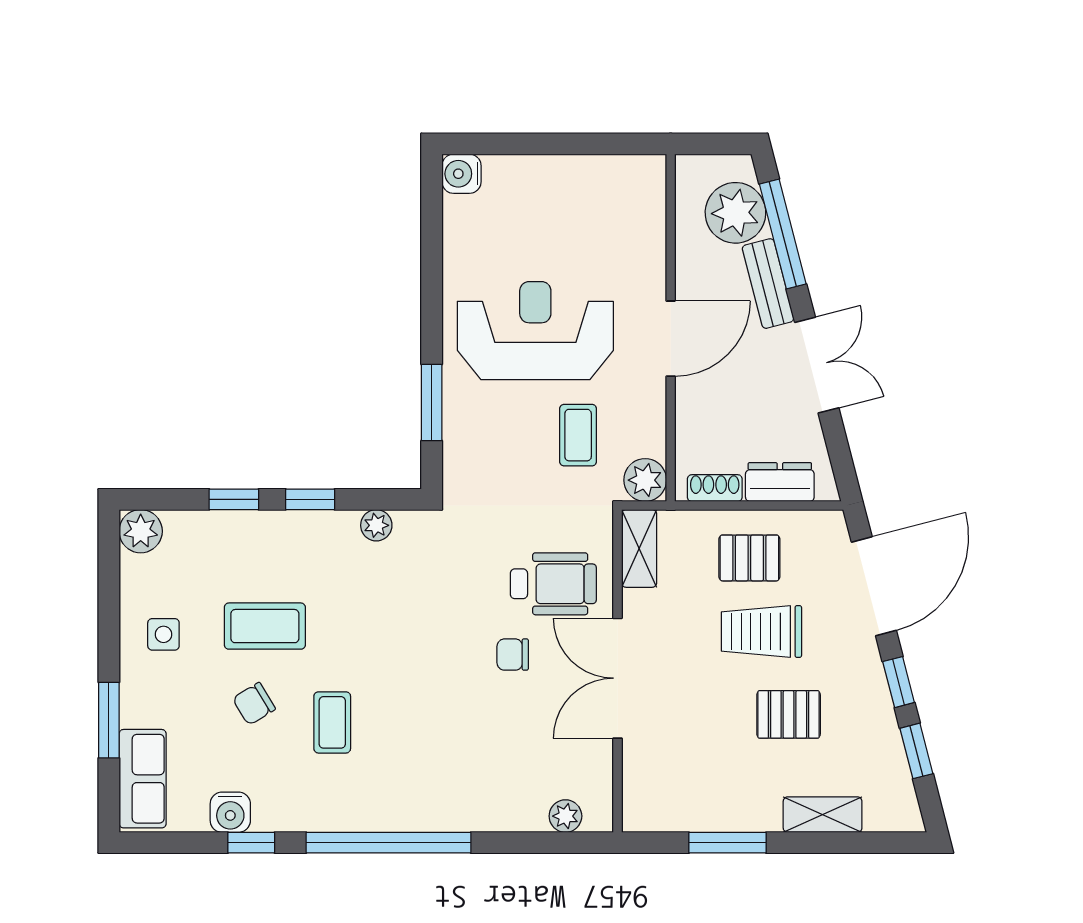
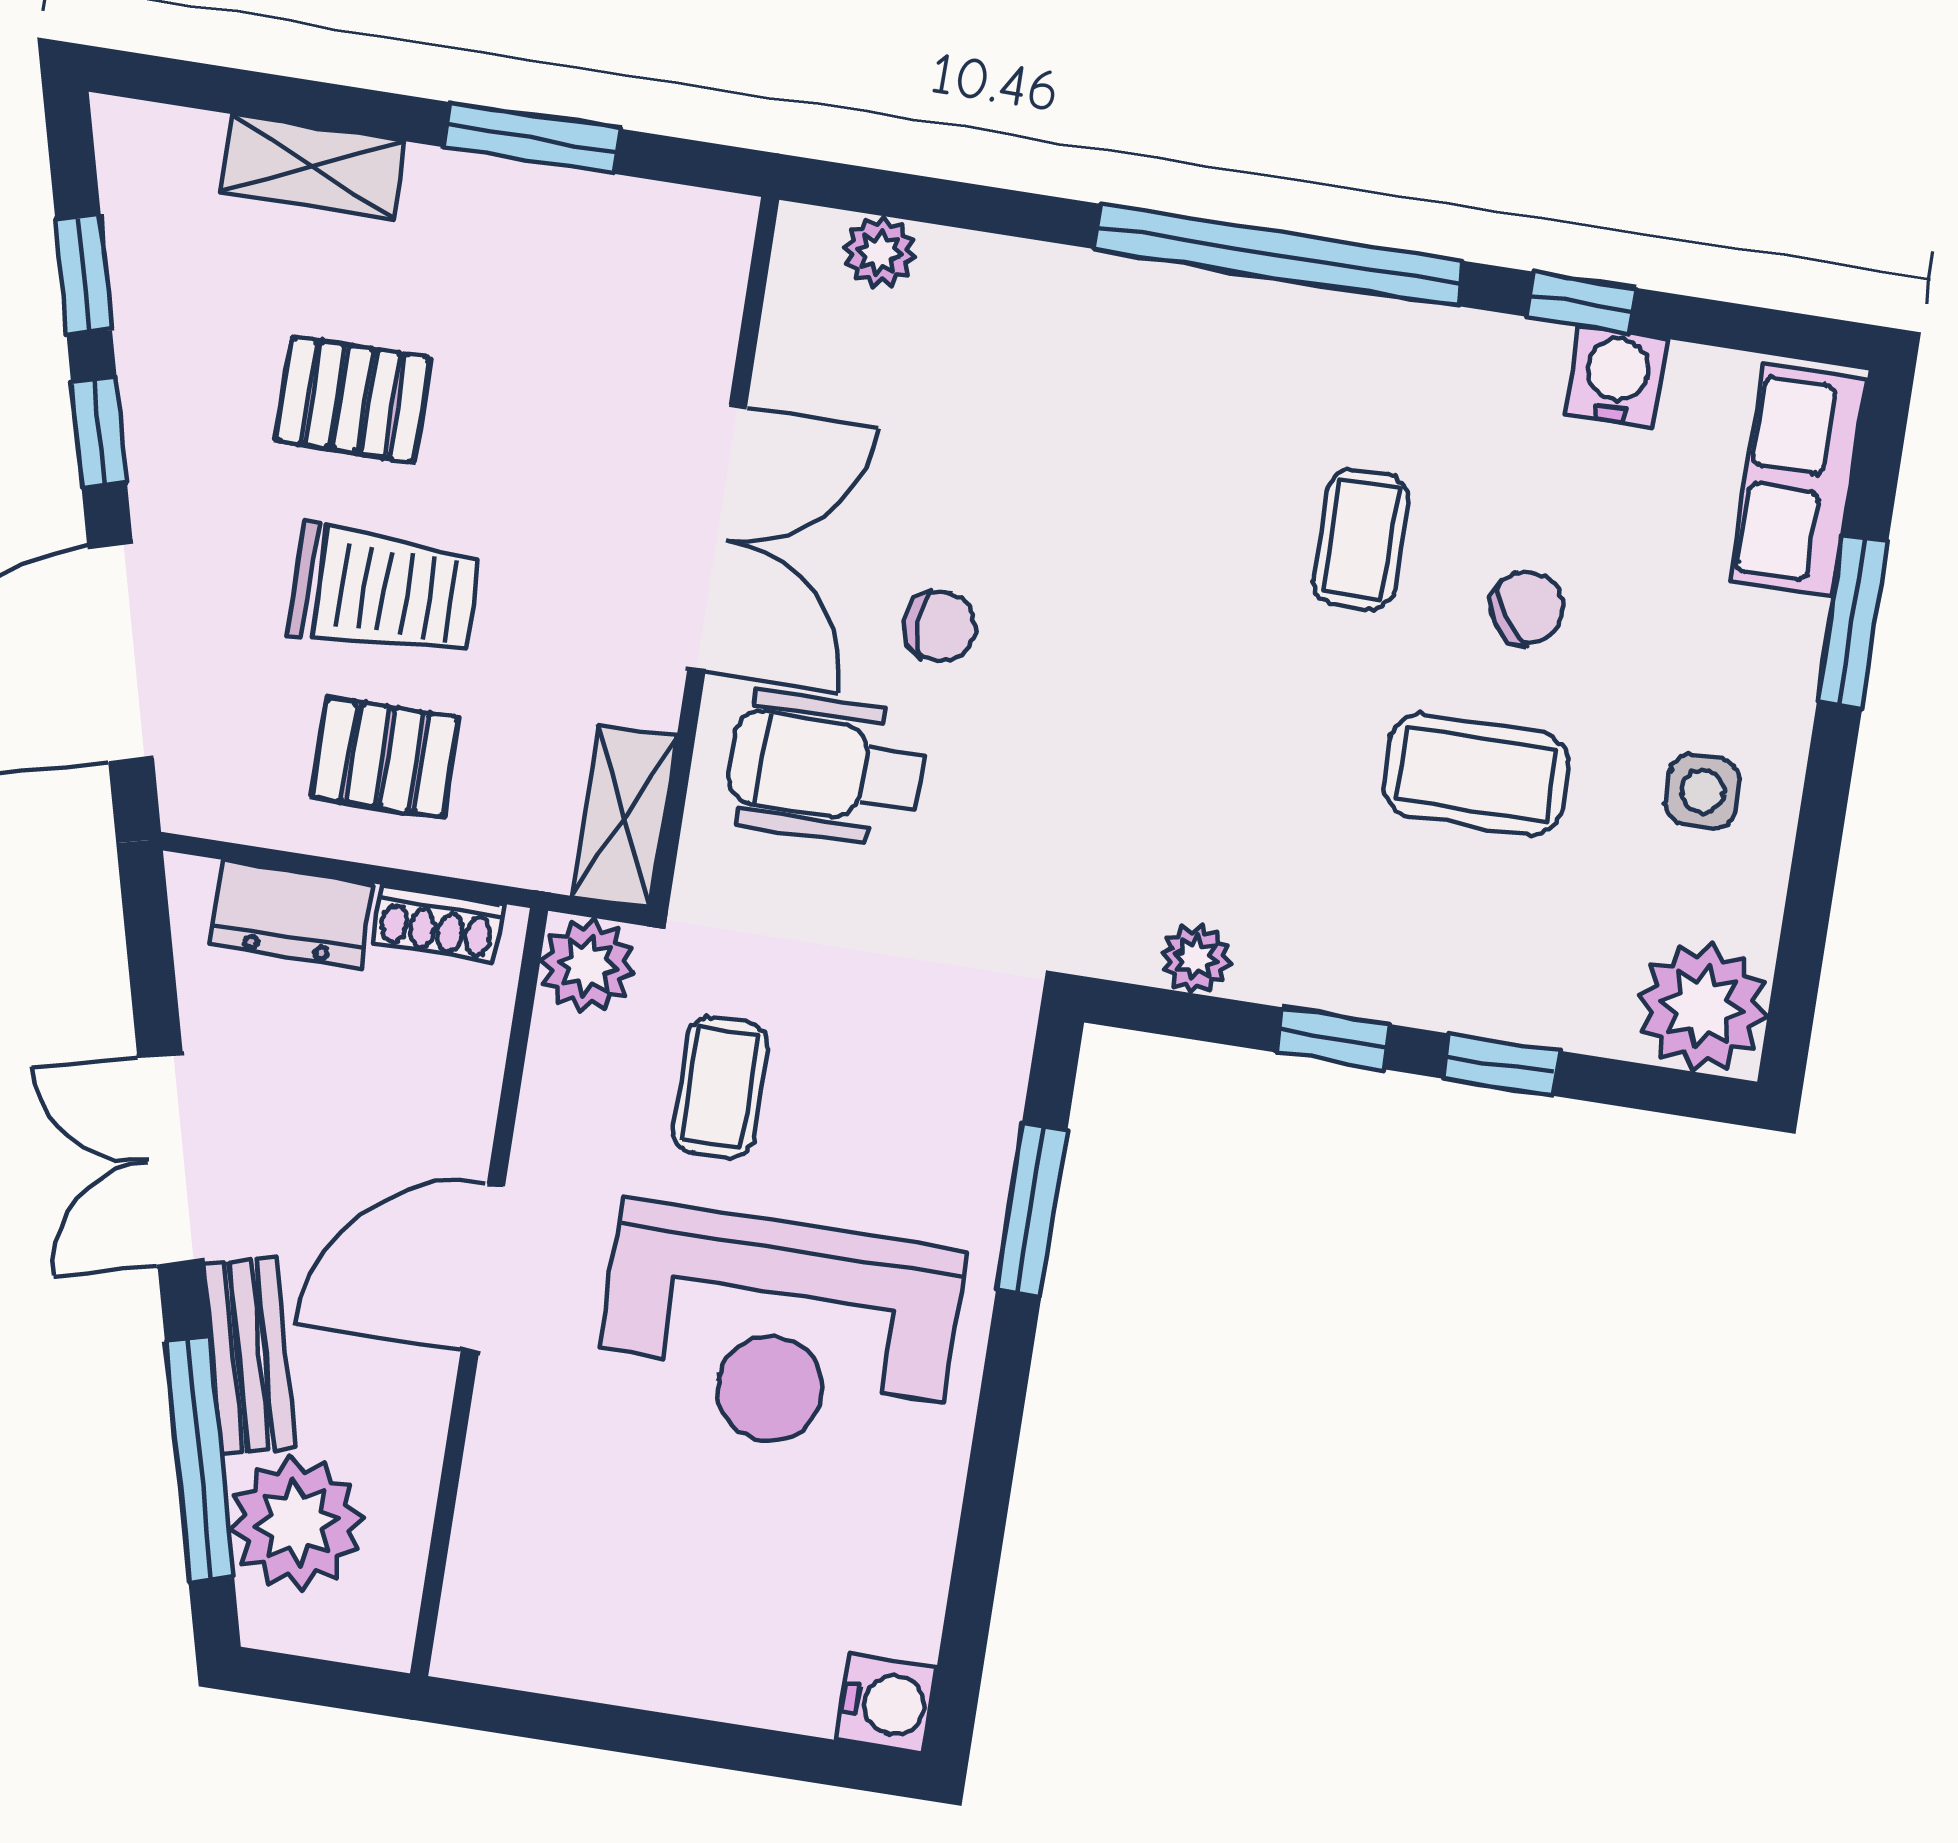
plant: (141, 531) -> (1703, 1007), width x1.36, depth x1.36

